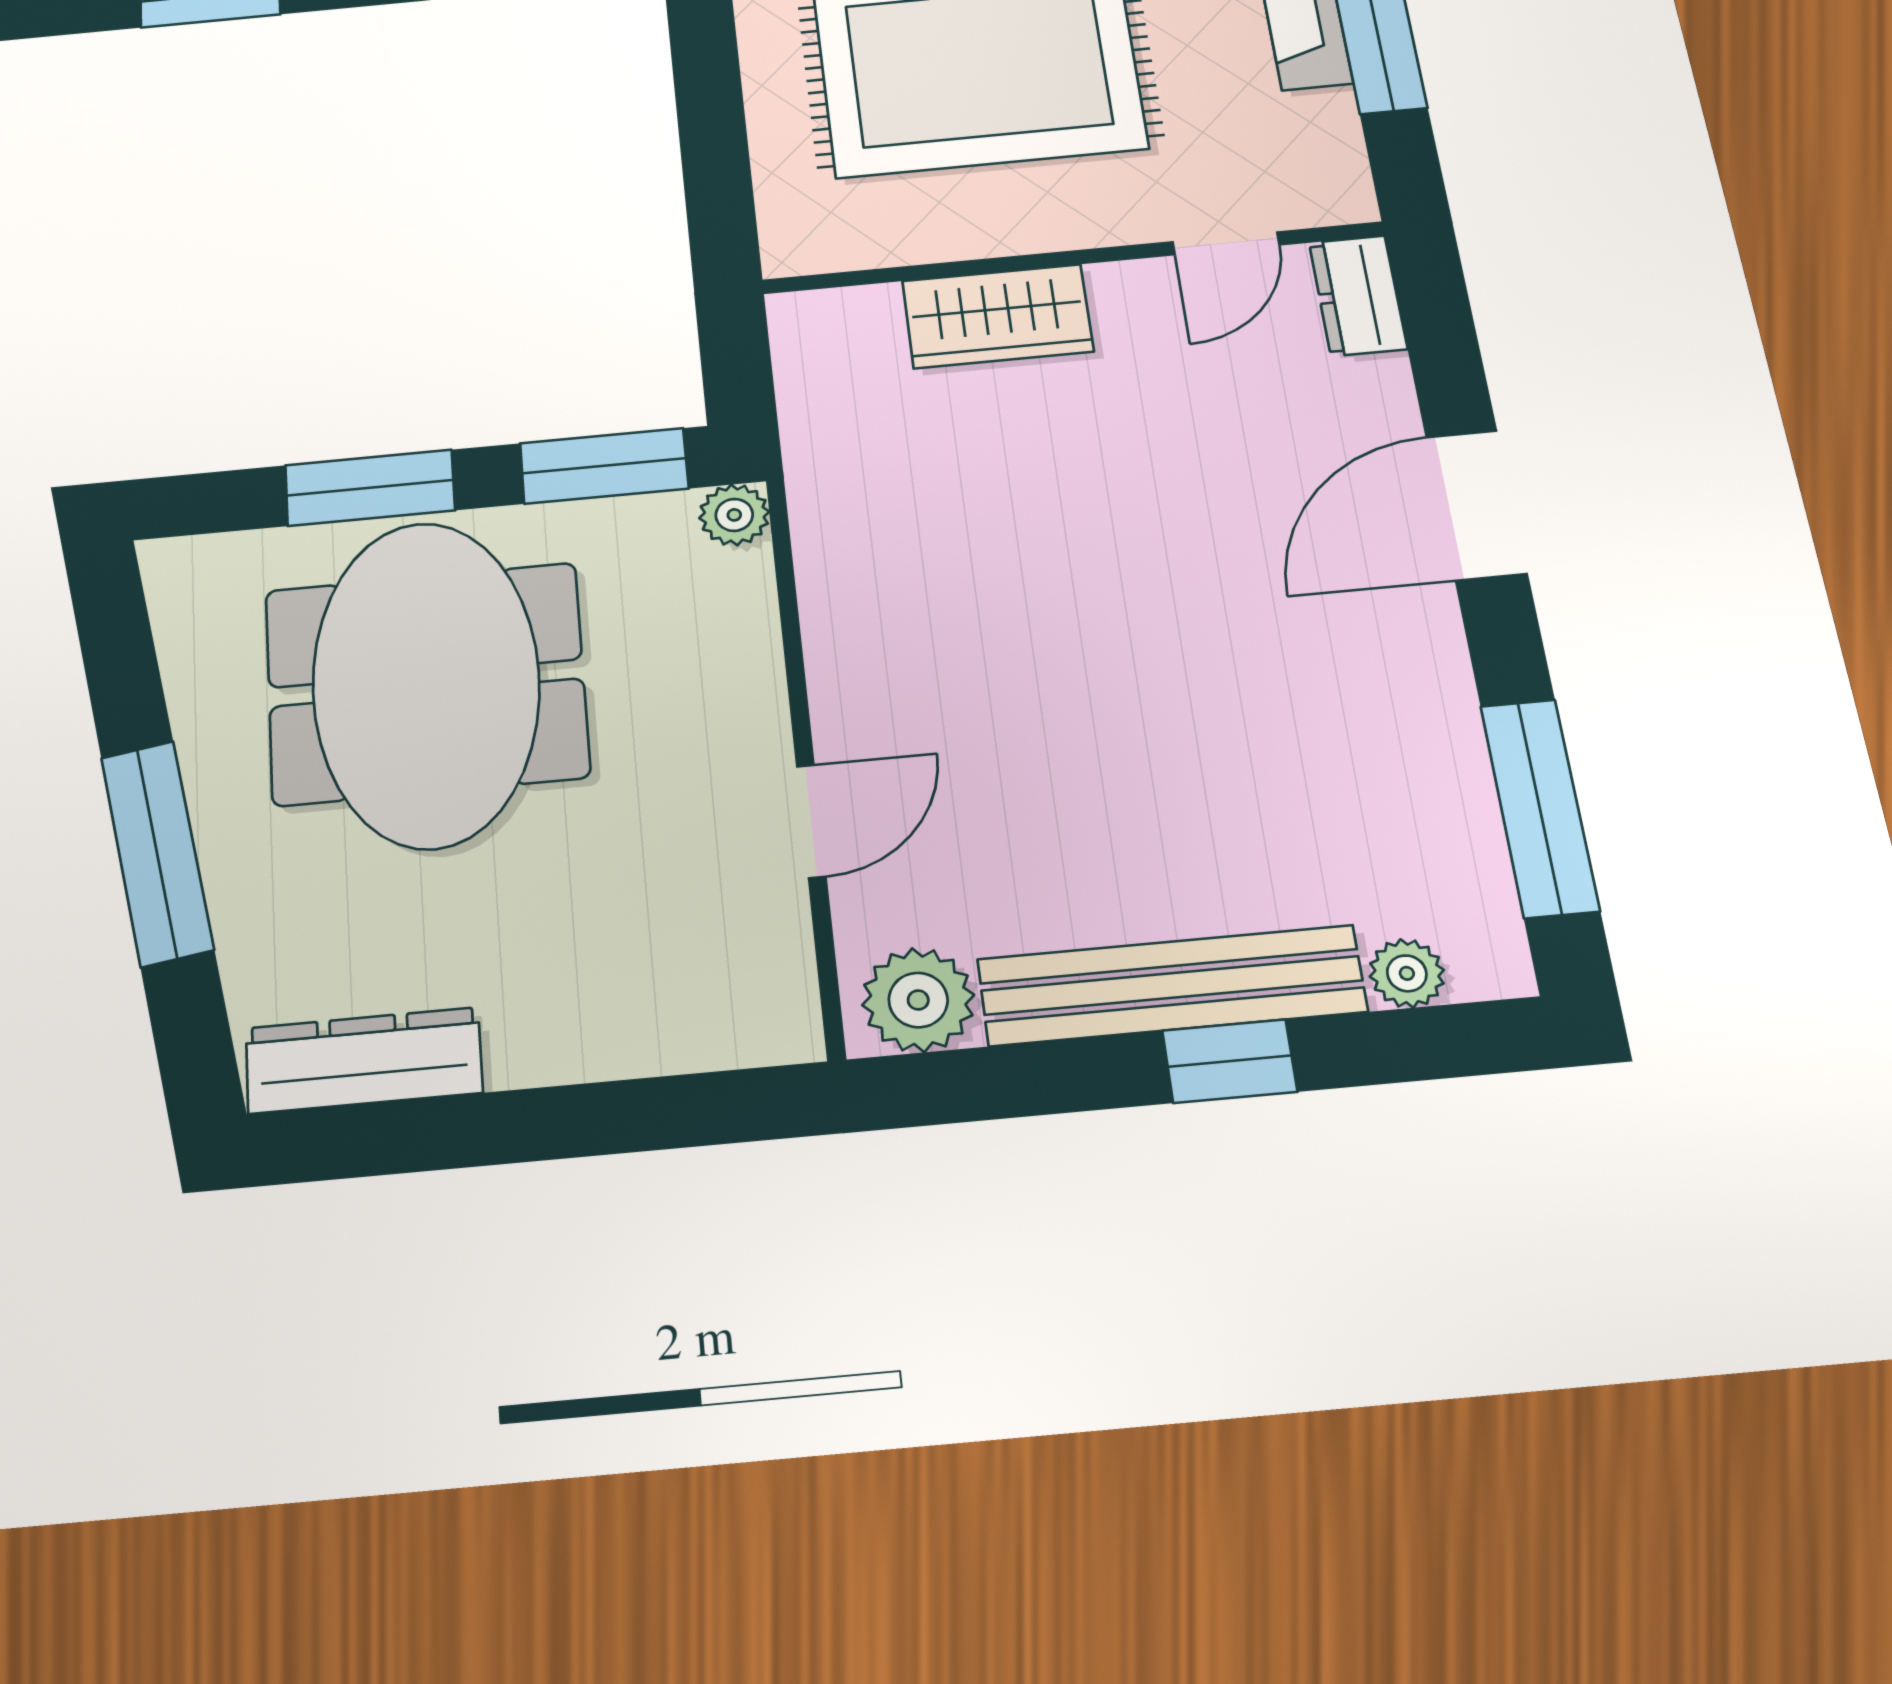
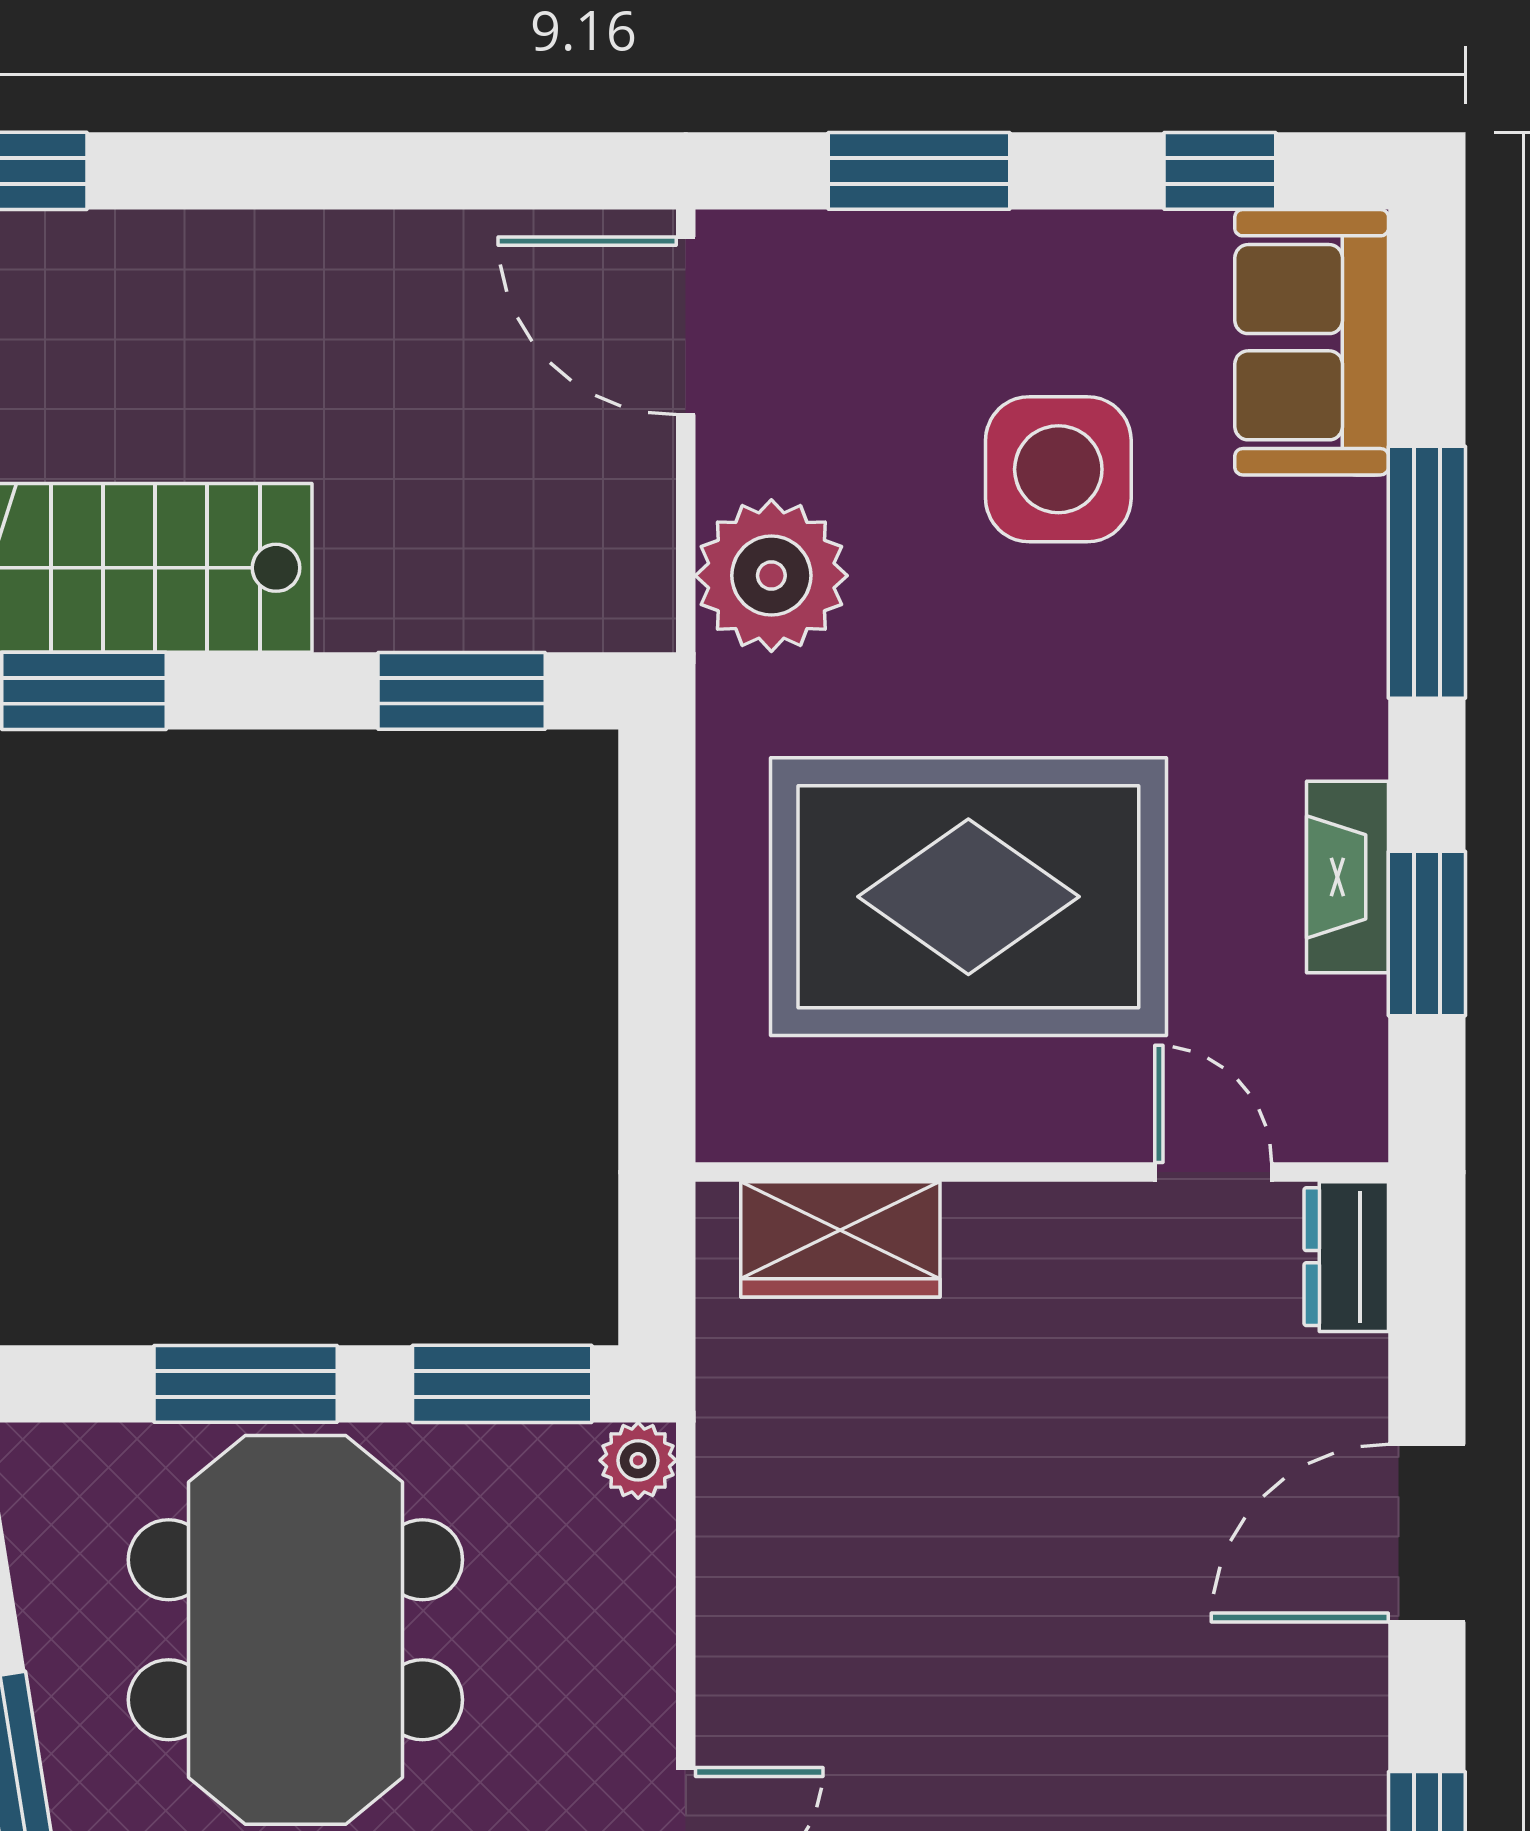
door: (1226, 243) -> (1213, 1172), swing flipped
wardrobe: (997, 316) -> (840, 1239), moved

